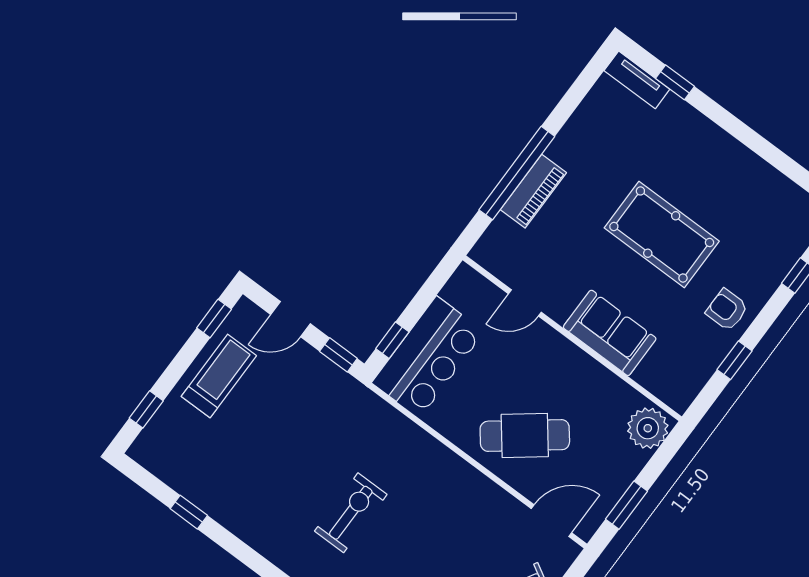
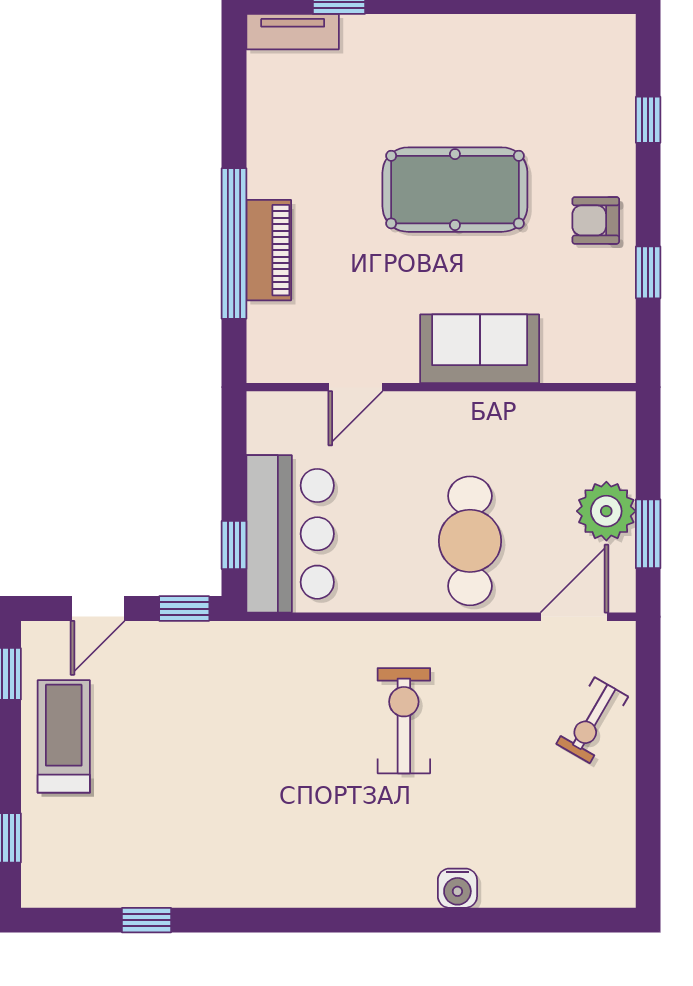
plant: (648, 428) -> (606, 511), moved
cafe table: (525, 435) -> (470, 541), turned -52
exercise bike: (351, 513) -> (404, 721), moved

